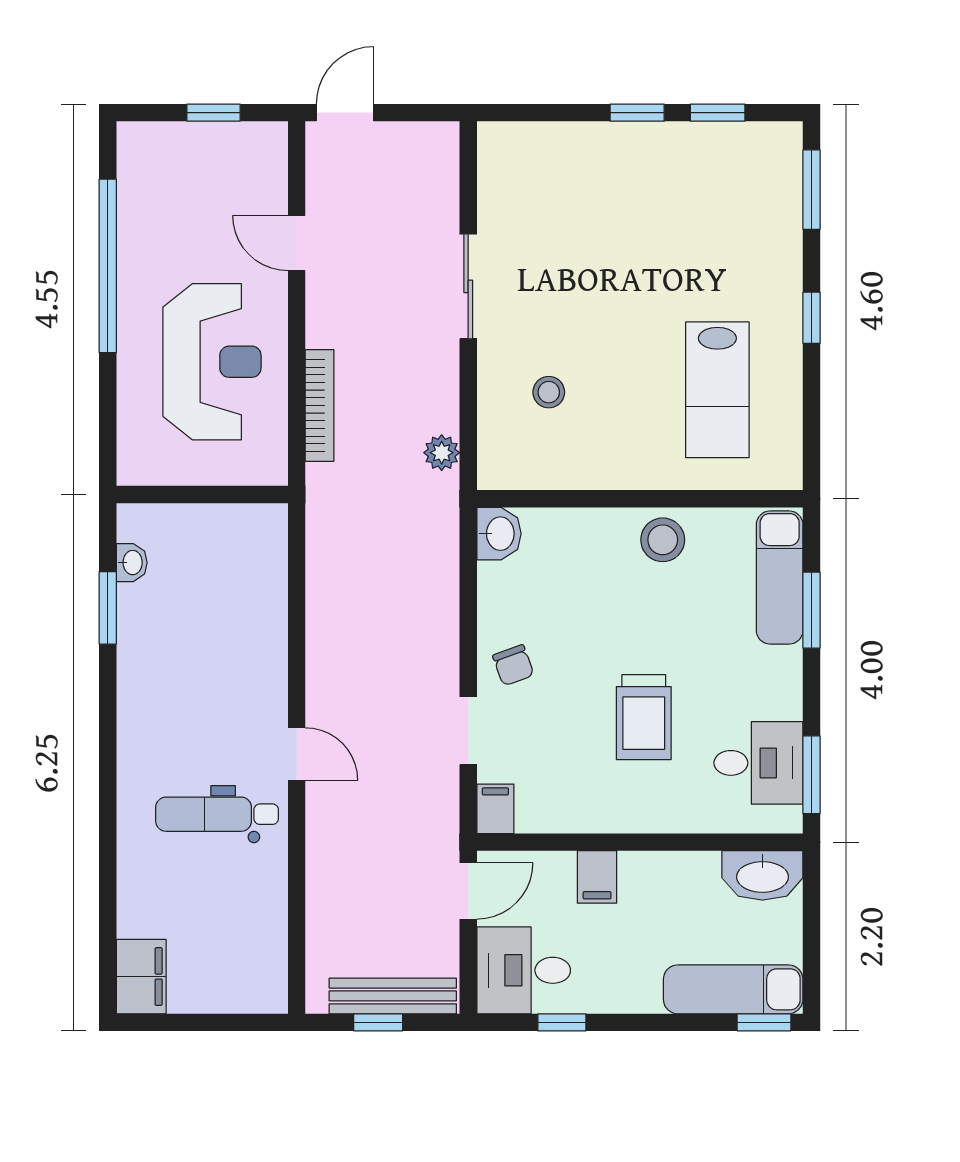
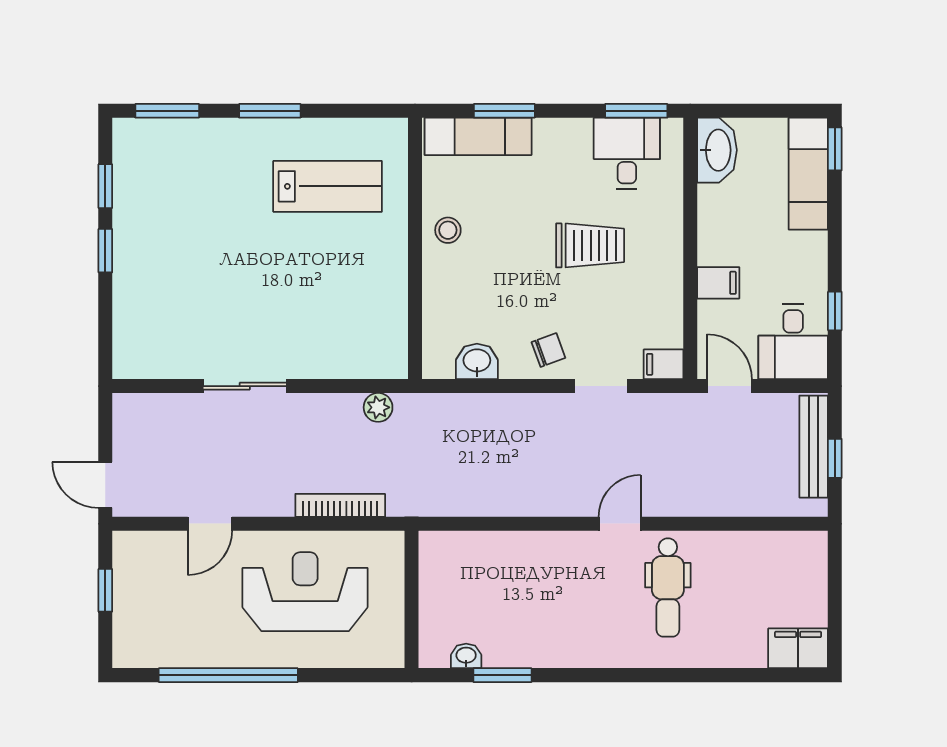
window: (812, 318) -> (270, 111), width x1.50
stool: (549, 392) -> (329, 322), removed
washbasin: (499, 534) -> (477, 361), moved
stool: (663, 540) -> (448, 230), width x0.73, depth x0.73

